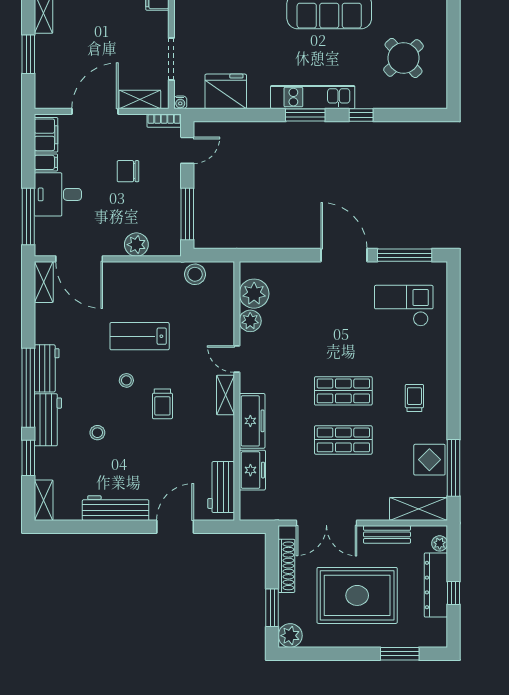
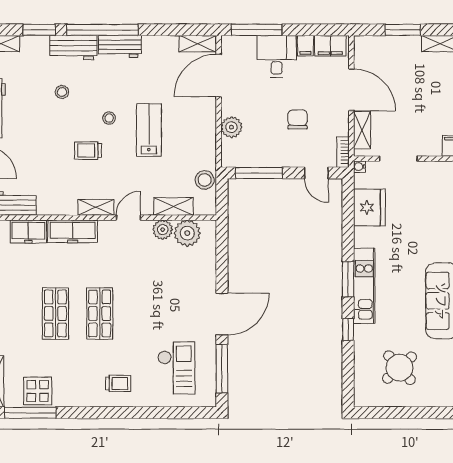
shelving: (225, 309) -> (174, 206), added
trolley: (414, 398) -> (118, 383), moved

